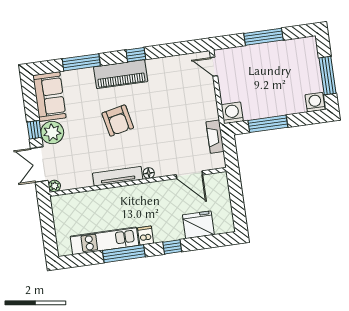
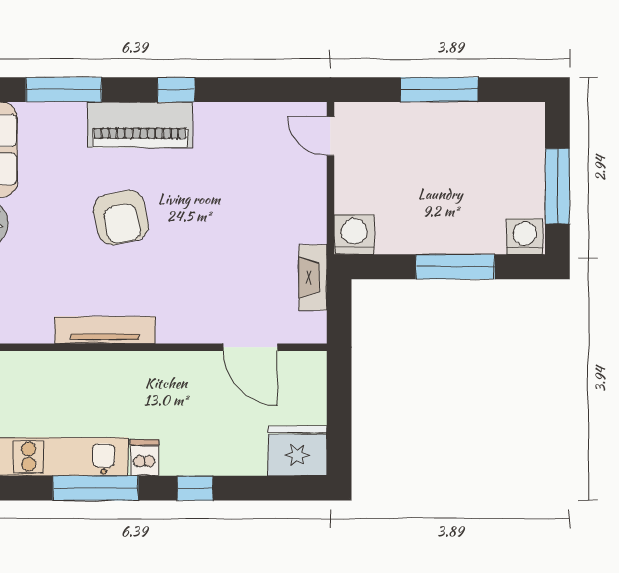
window: (268, 124) -> (455, 267), moved
floor lamp: (149, 173) -> (169, 332), removed
fridge: (198, 225) -> (297, 451), moved

